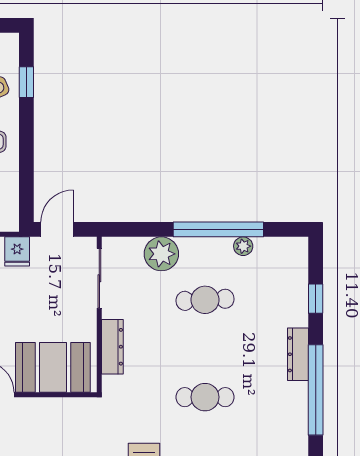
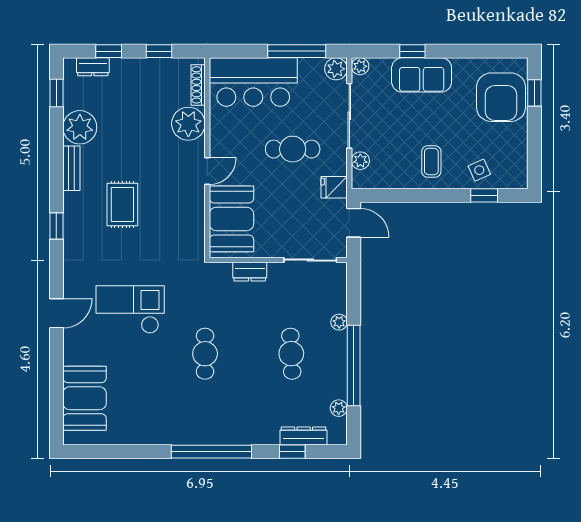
plant: (243, 246) -> (339, 408), moved
plant: (161, 254) -> (339, 322), width x0.53, depth x0.53
dresser: (112, 347) -> (250, 272), width x0.70
dresser: (298, 354) -> (304, 436), moved

